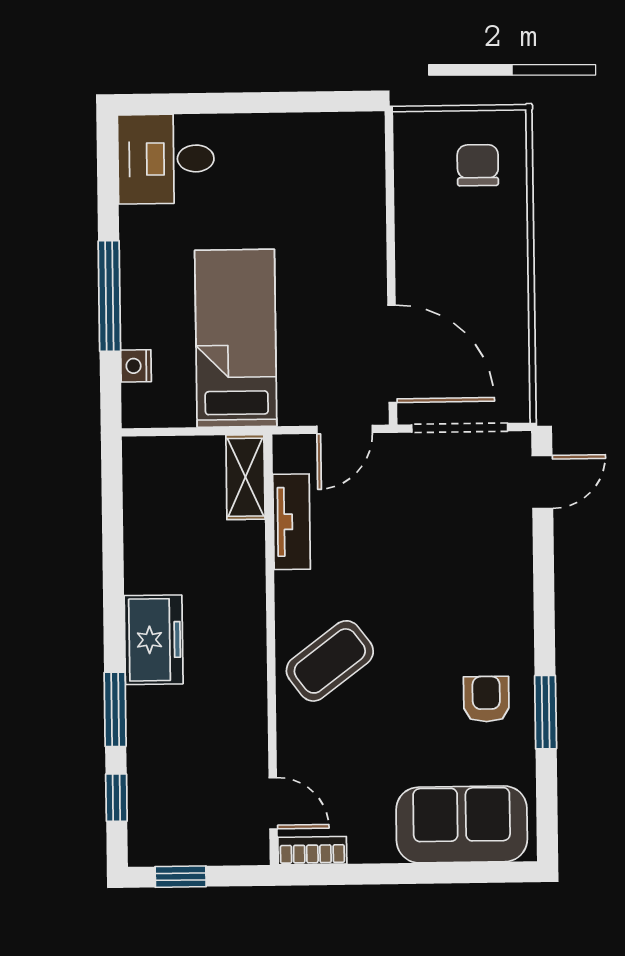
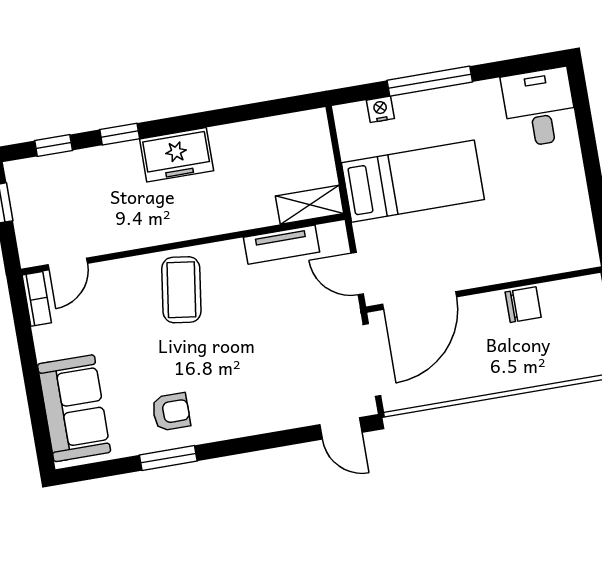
chair: (478, 165) -> (523, 305), moved
coffee table: (330, 661) -> (181, 290), turned 45
window: (115, 709) -> (120, 134), width x0.67

